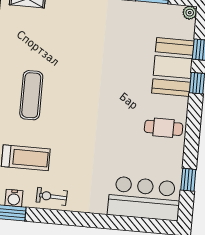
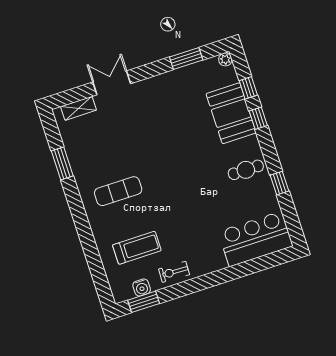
exercise mat: (31, 95) -> (118, 191), turned 90
window: (188, 180) -> (280, 183), moved

